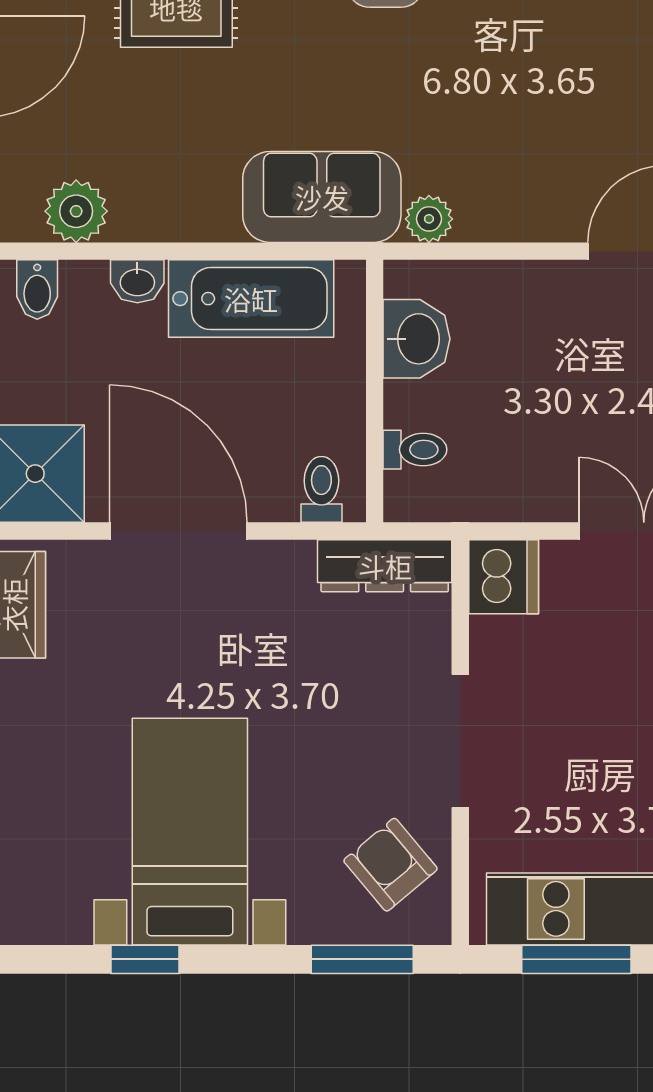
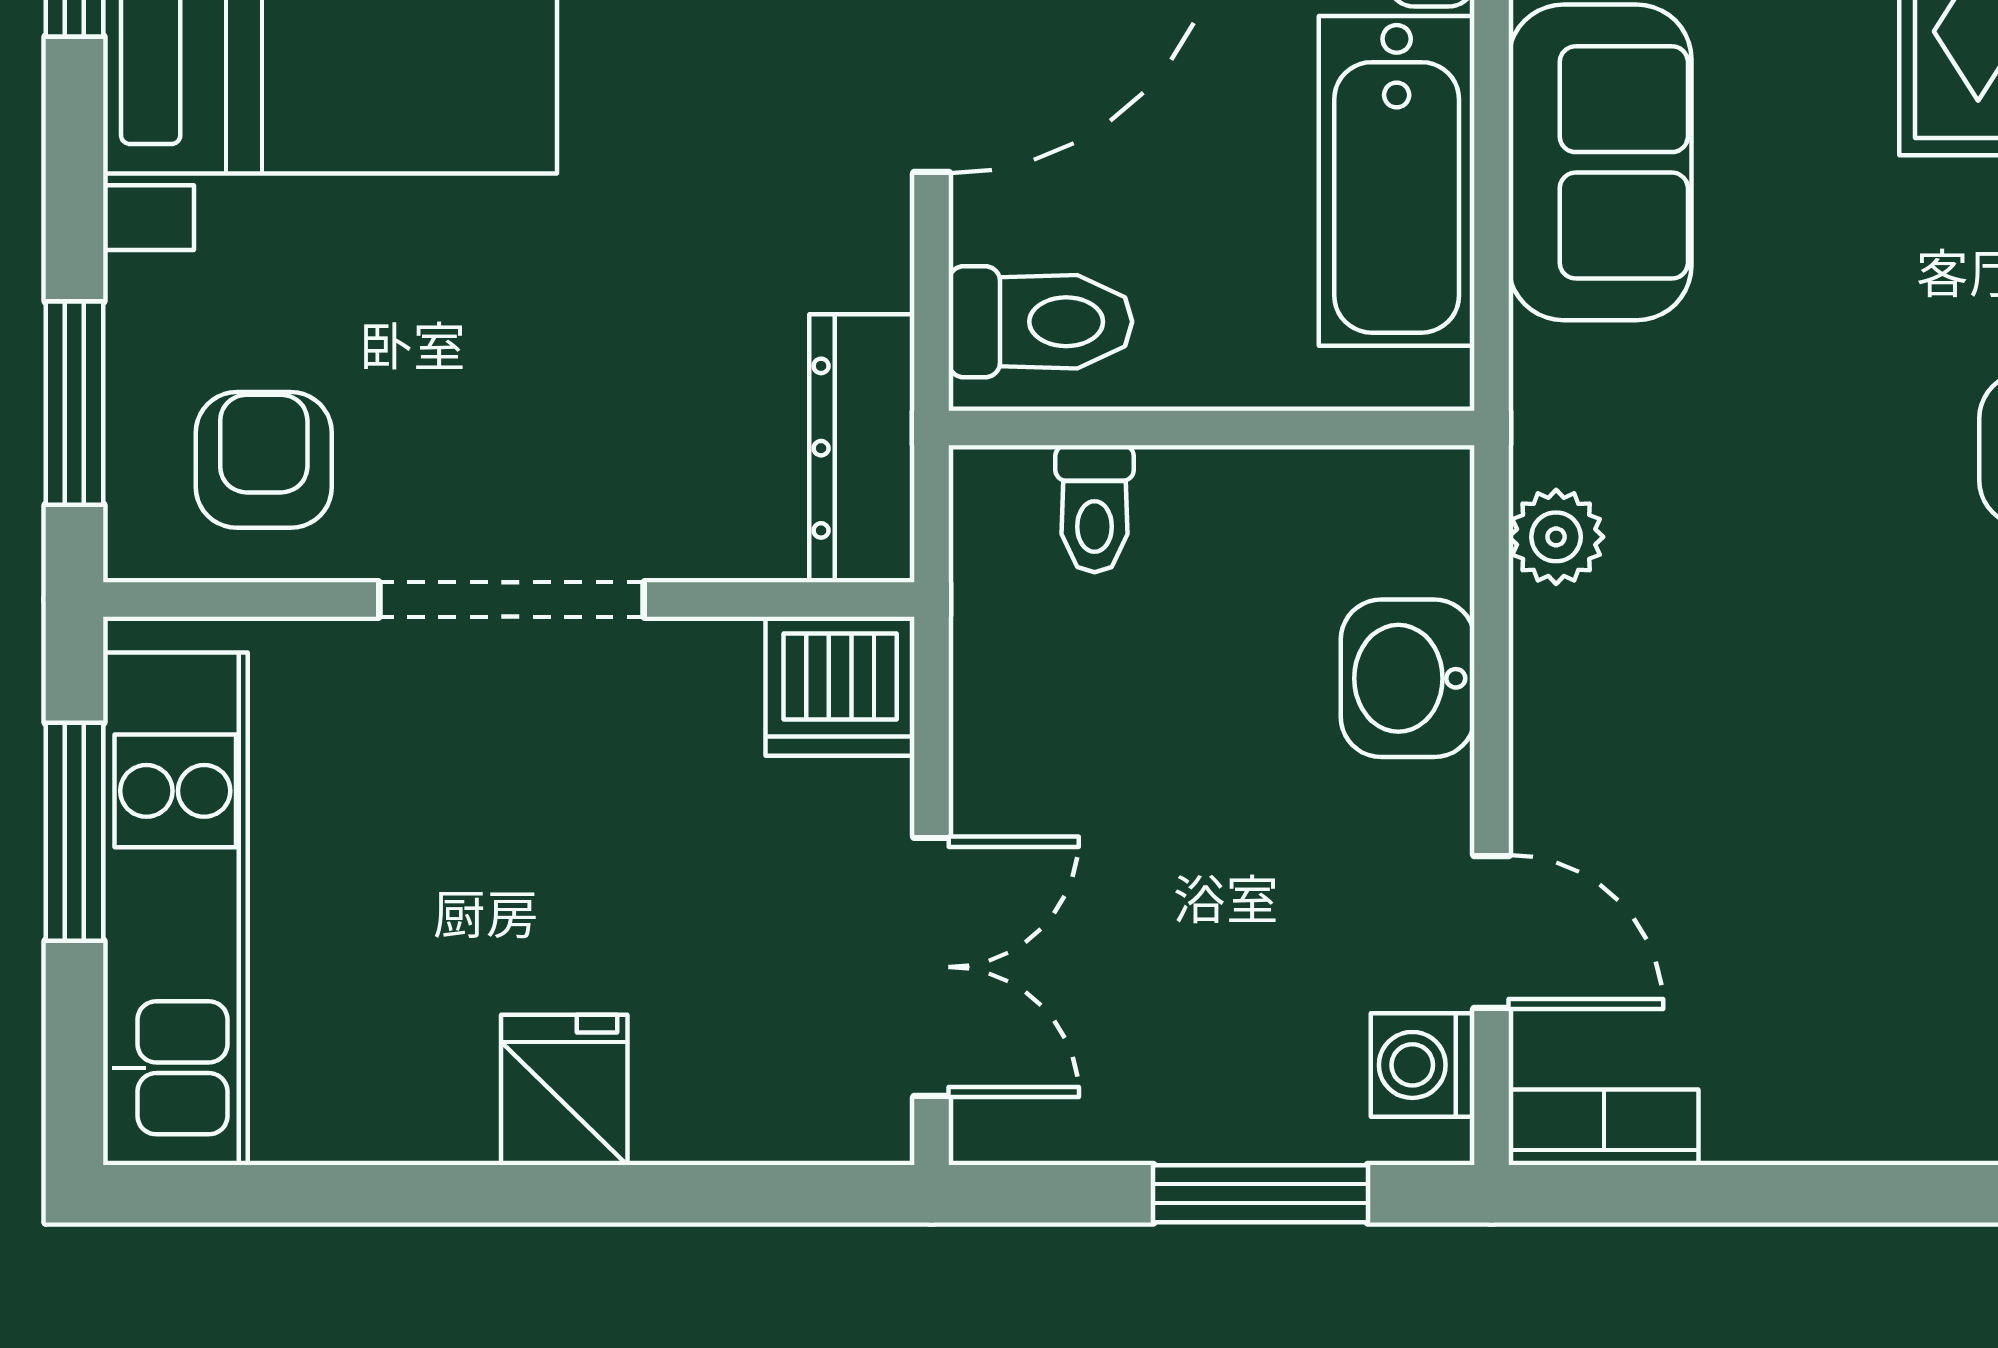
sofa: (322, 197) -> (1600, 162), moved
washbasin: (416, 339) -> (1408, 678), moved, turned 90
toilet: (321, 489) -> (1040, 322), width x1.37, depth x1.39
armchair: (391, 865) -> (264, 460), turned -50

